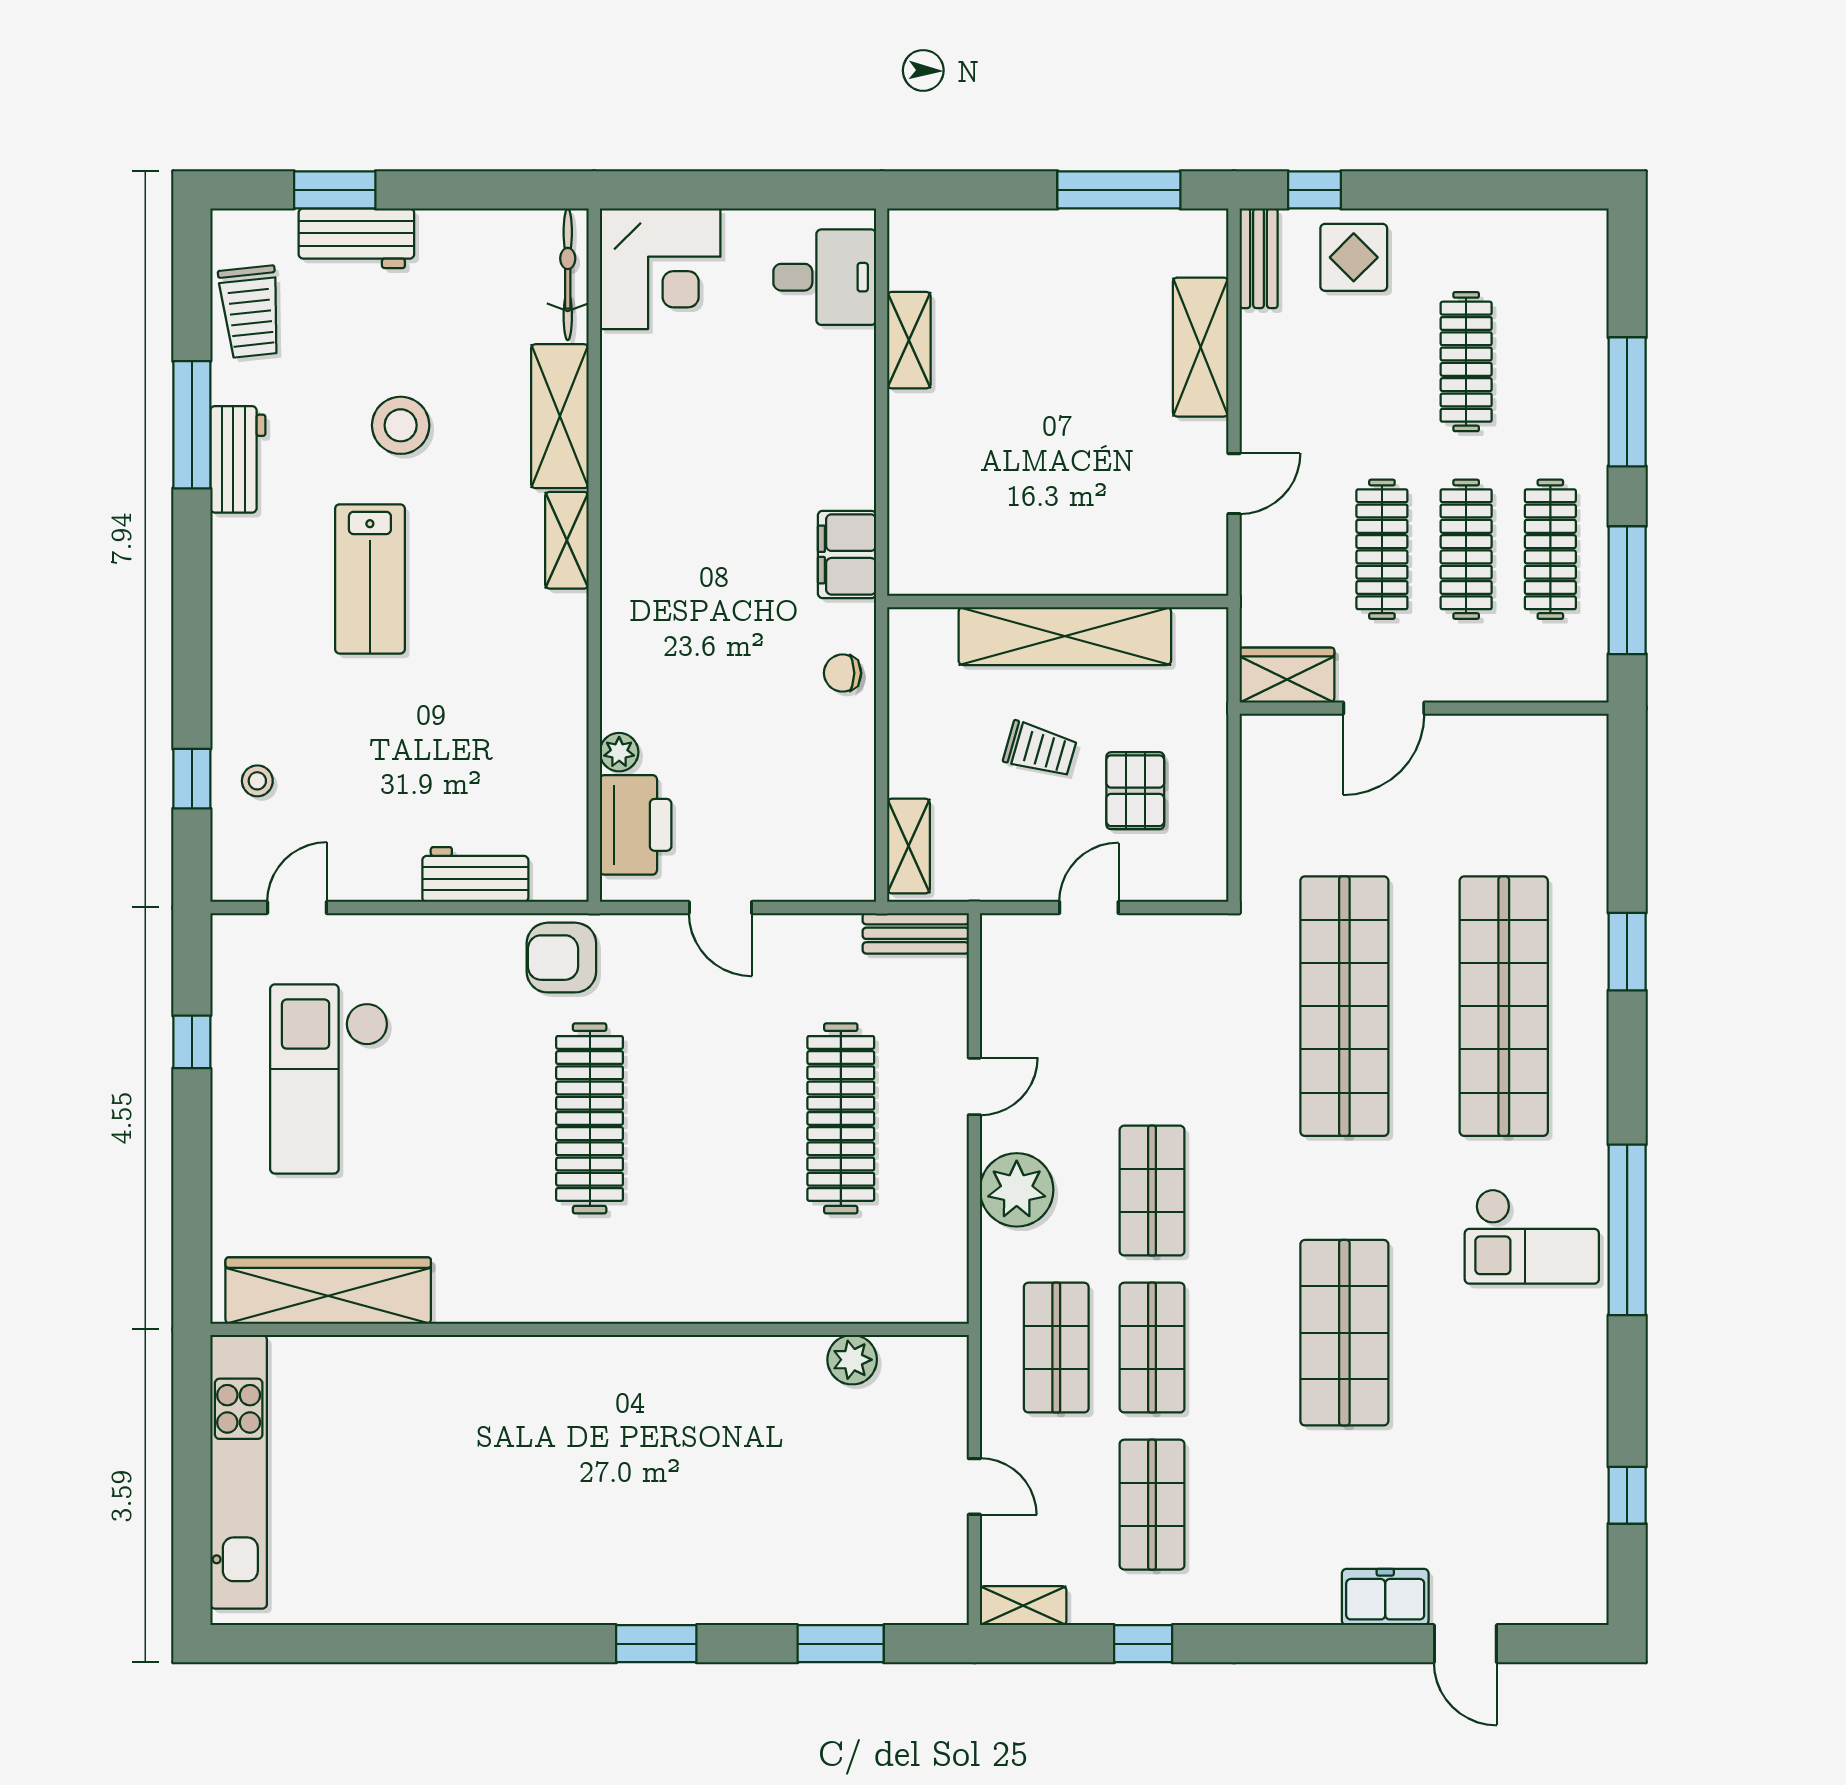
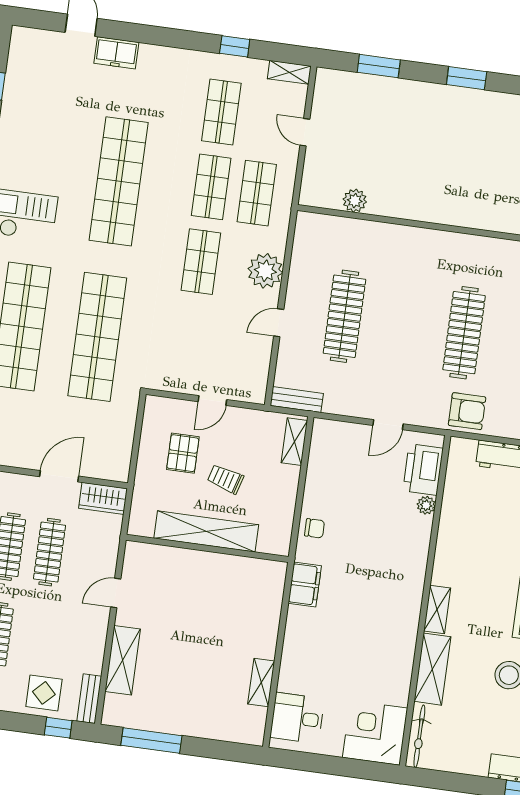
door: (720, 907) -> (388, 425), swing flipped
shop shelf: (1344, 1333) -> (119, 181), width x1.40

